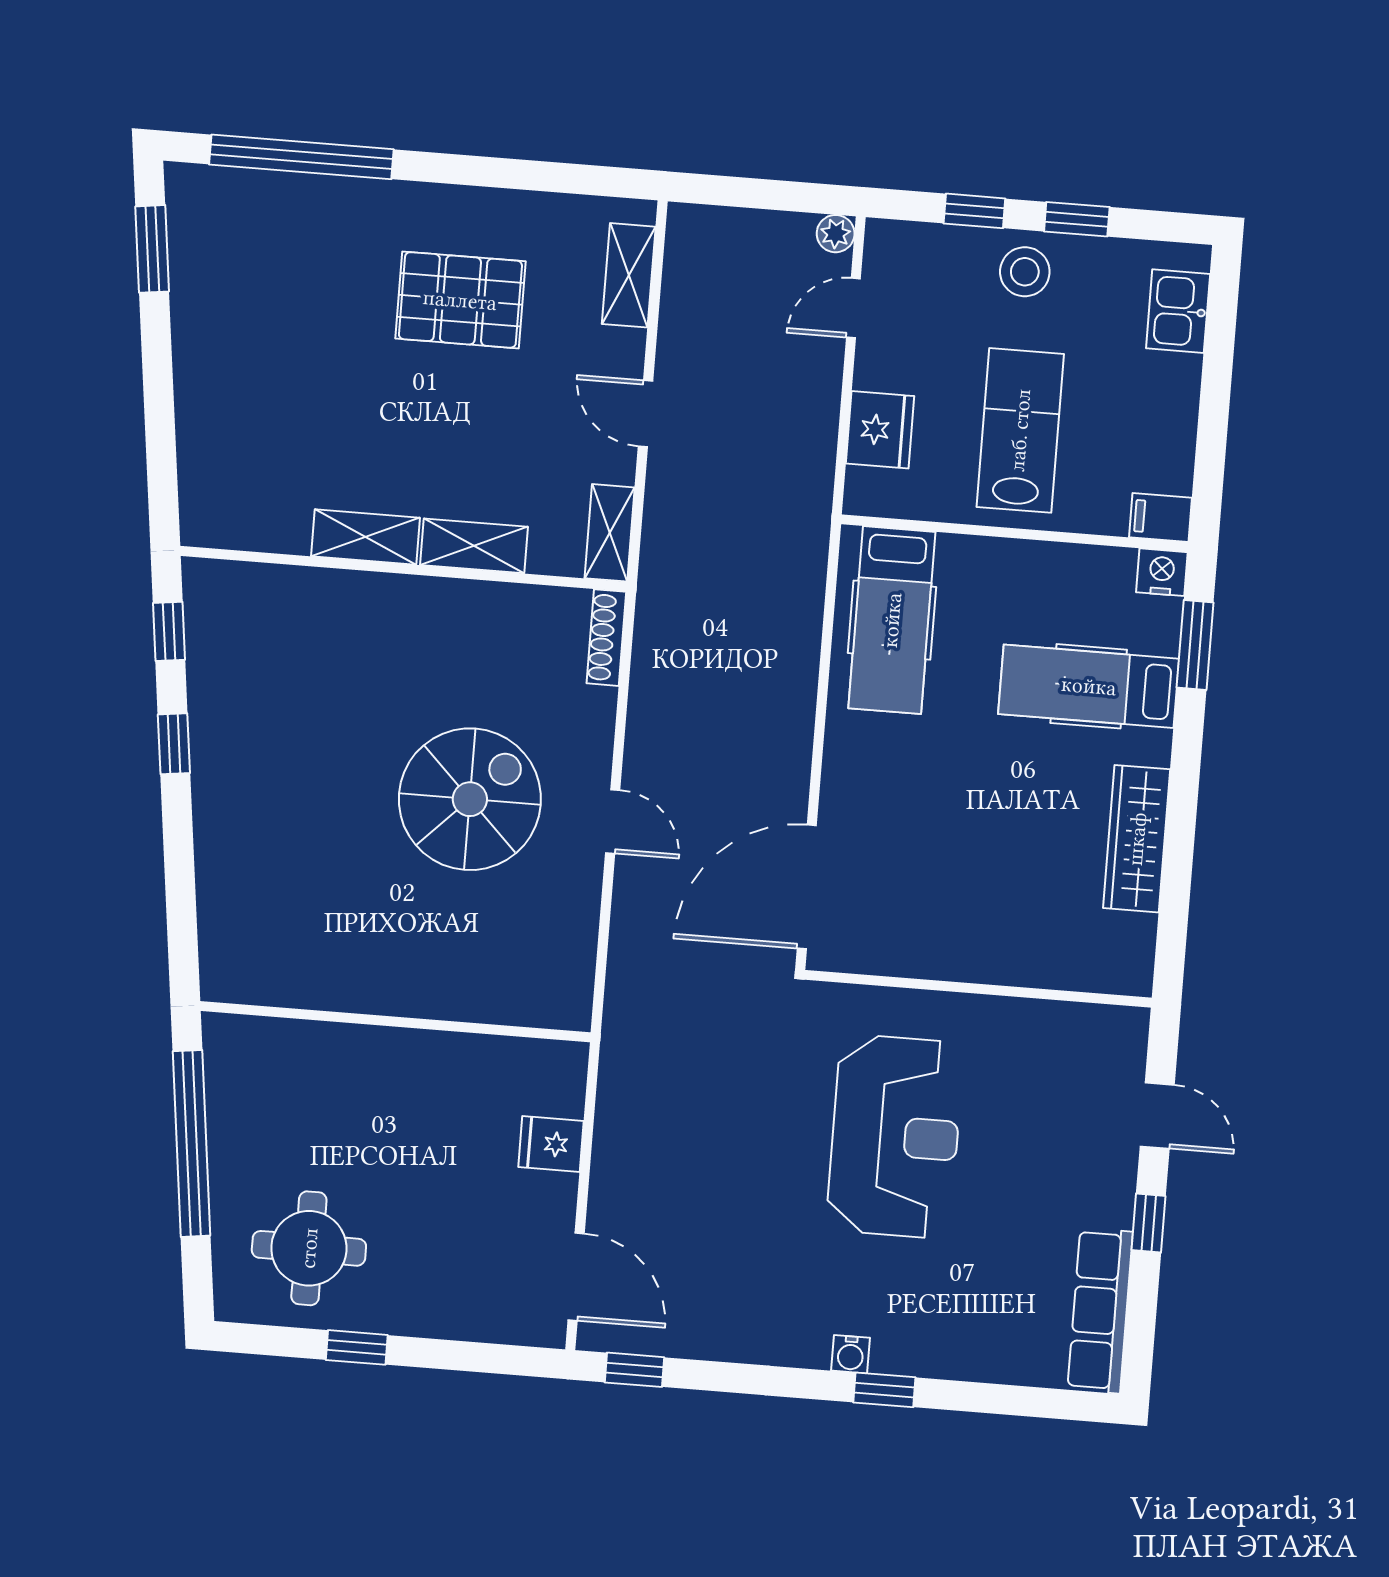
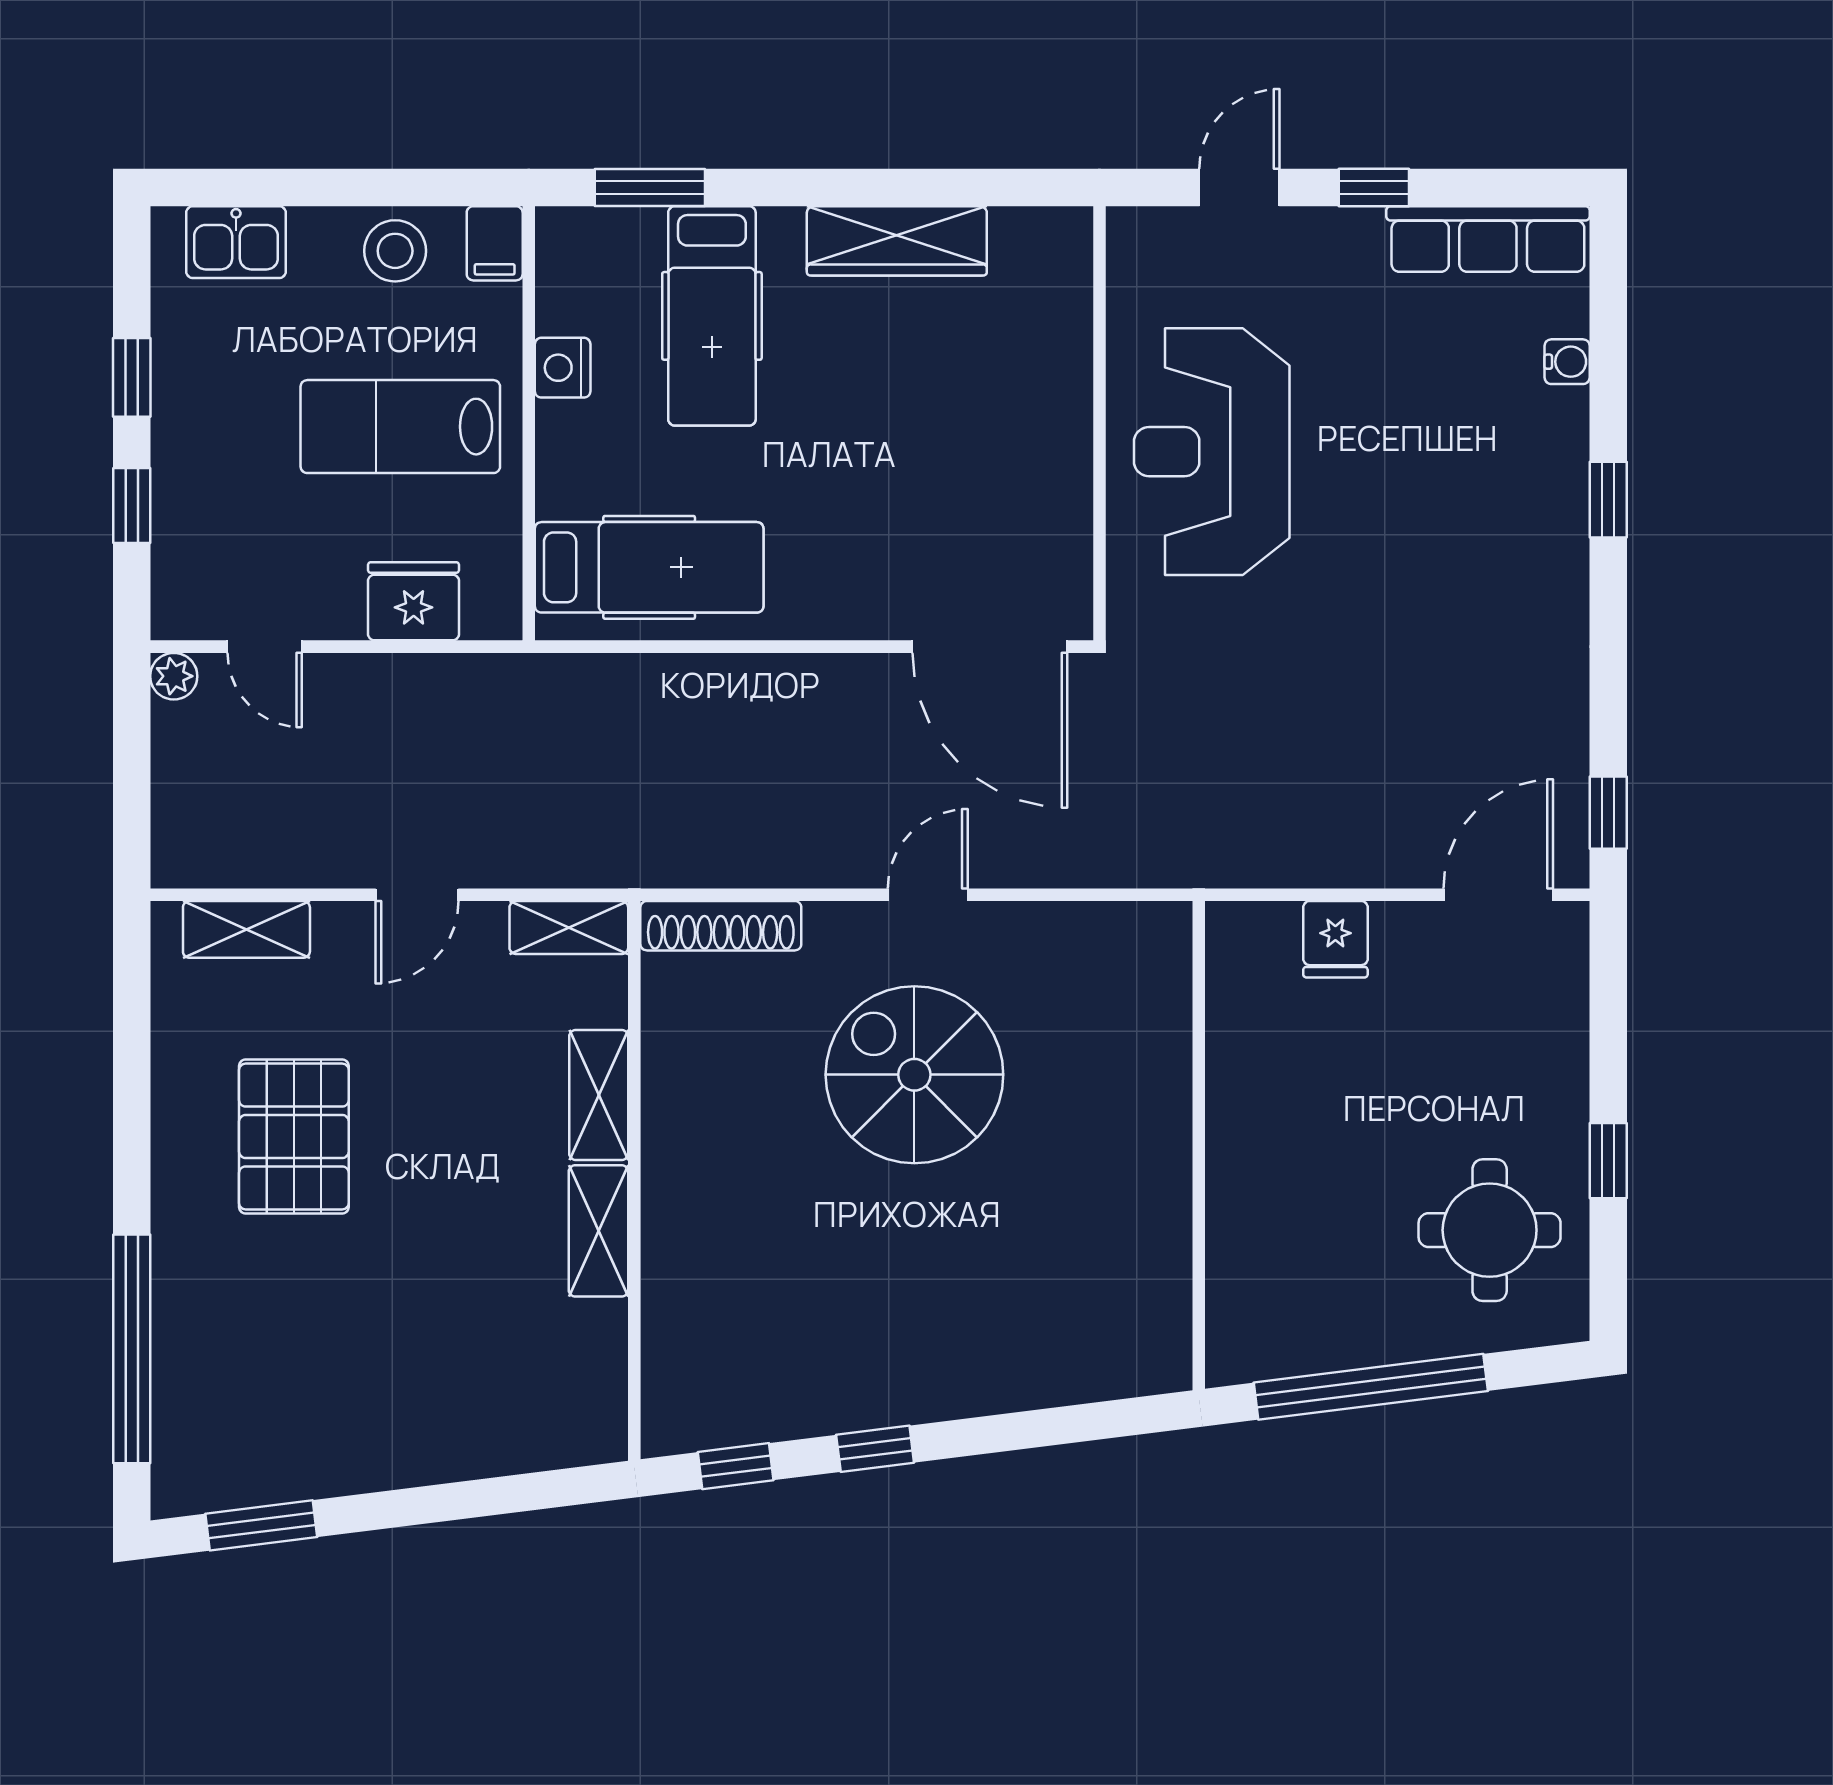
stool: (1025, 272) -> (395, 251), moved
nightstand: (1162, 572) -> (563, 368), moved
shoe rack: (606, 638) -> (721, 926), width x1.36, depth x1.24
reception desk: (895, 1136) -> (1212, 452), moved, turned -90
water cooler: (851, 1354) -> (1567, 362), moved

